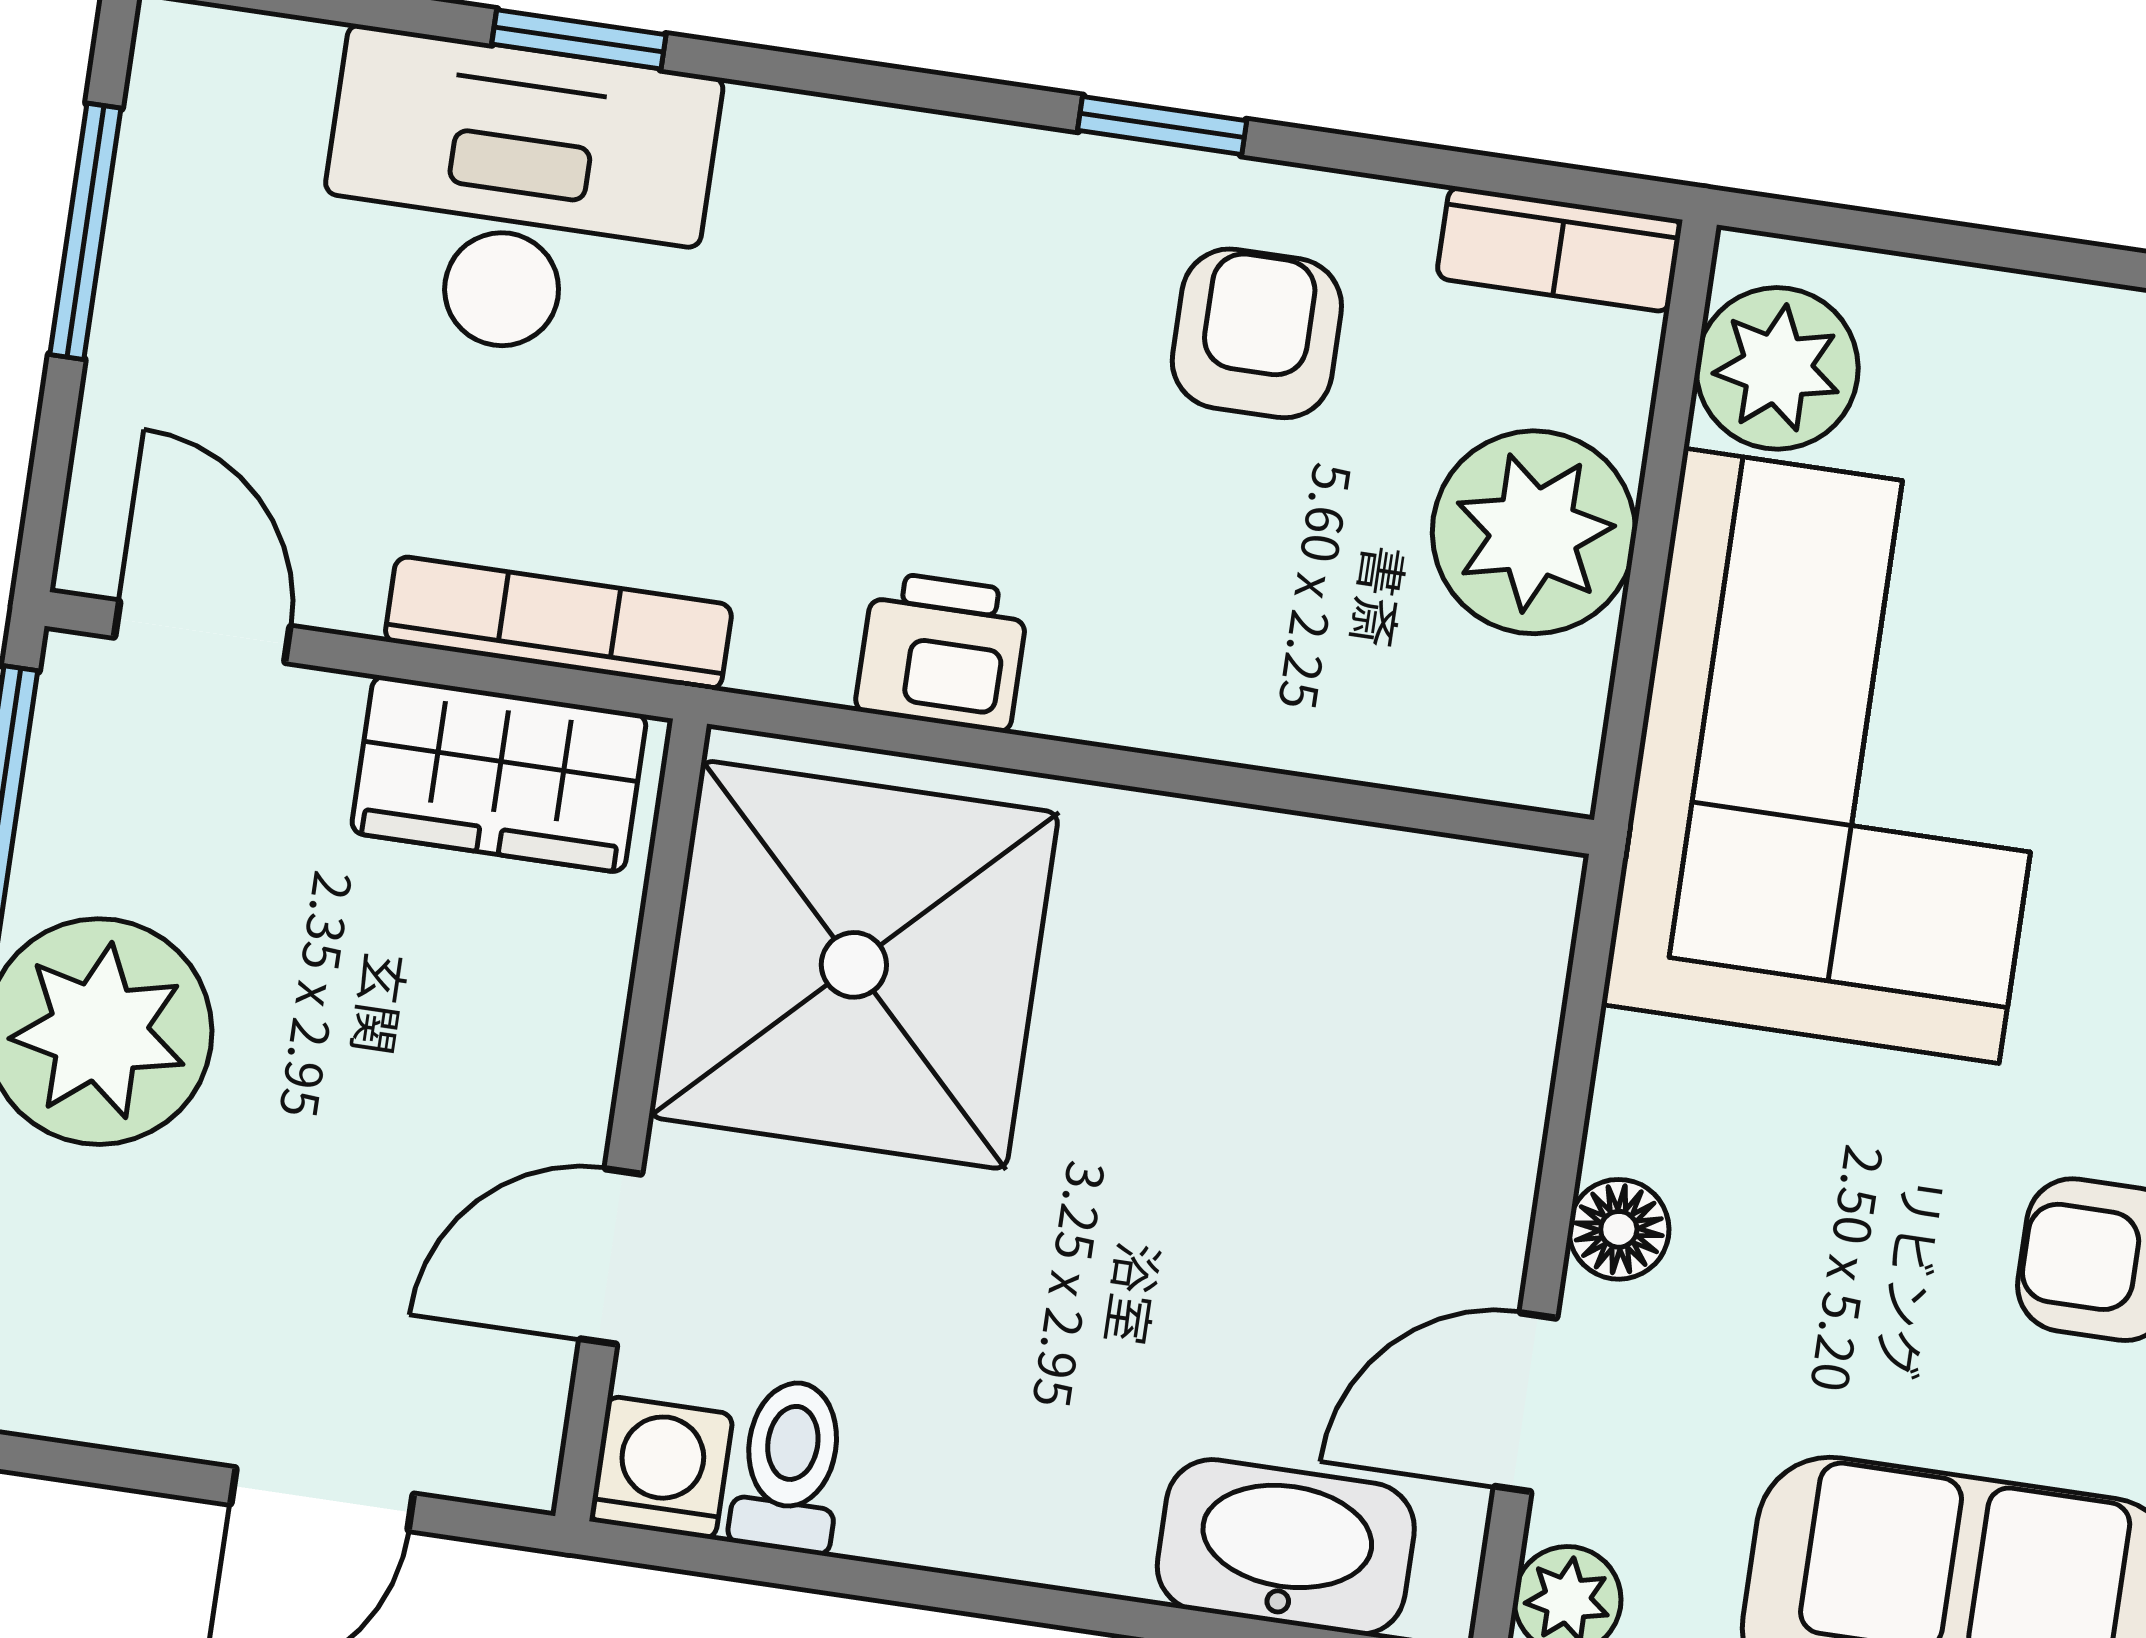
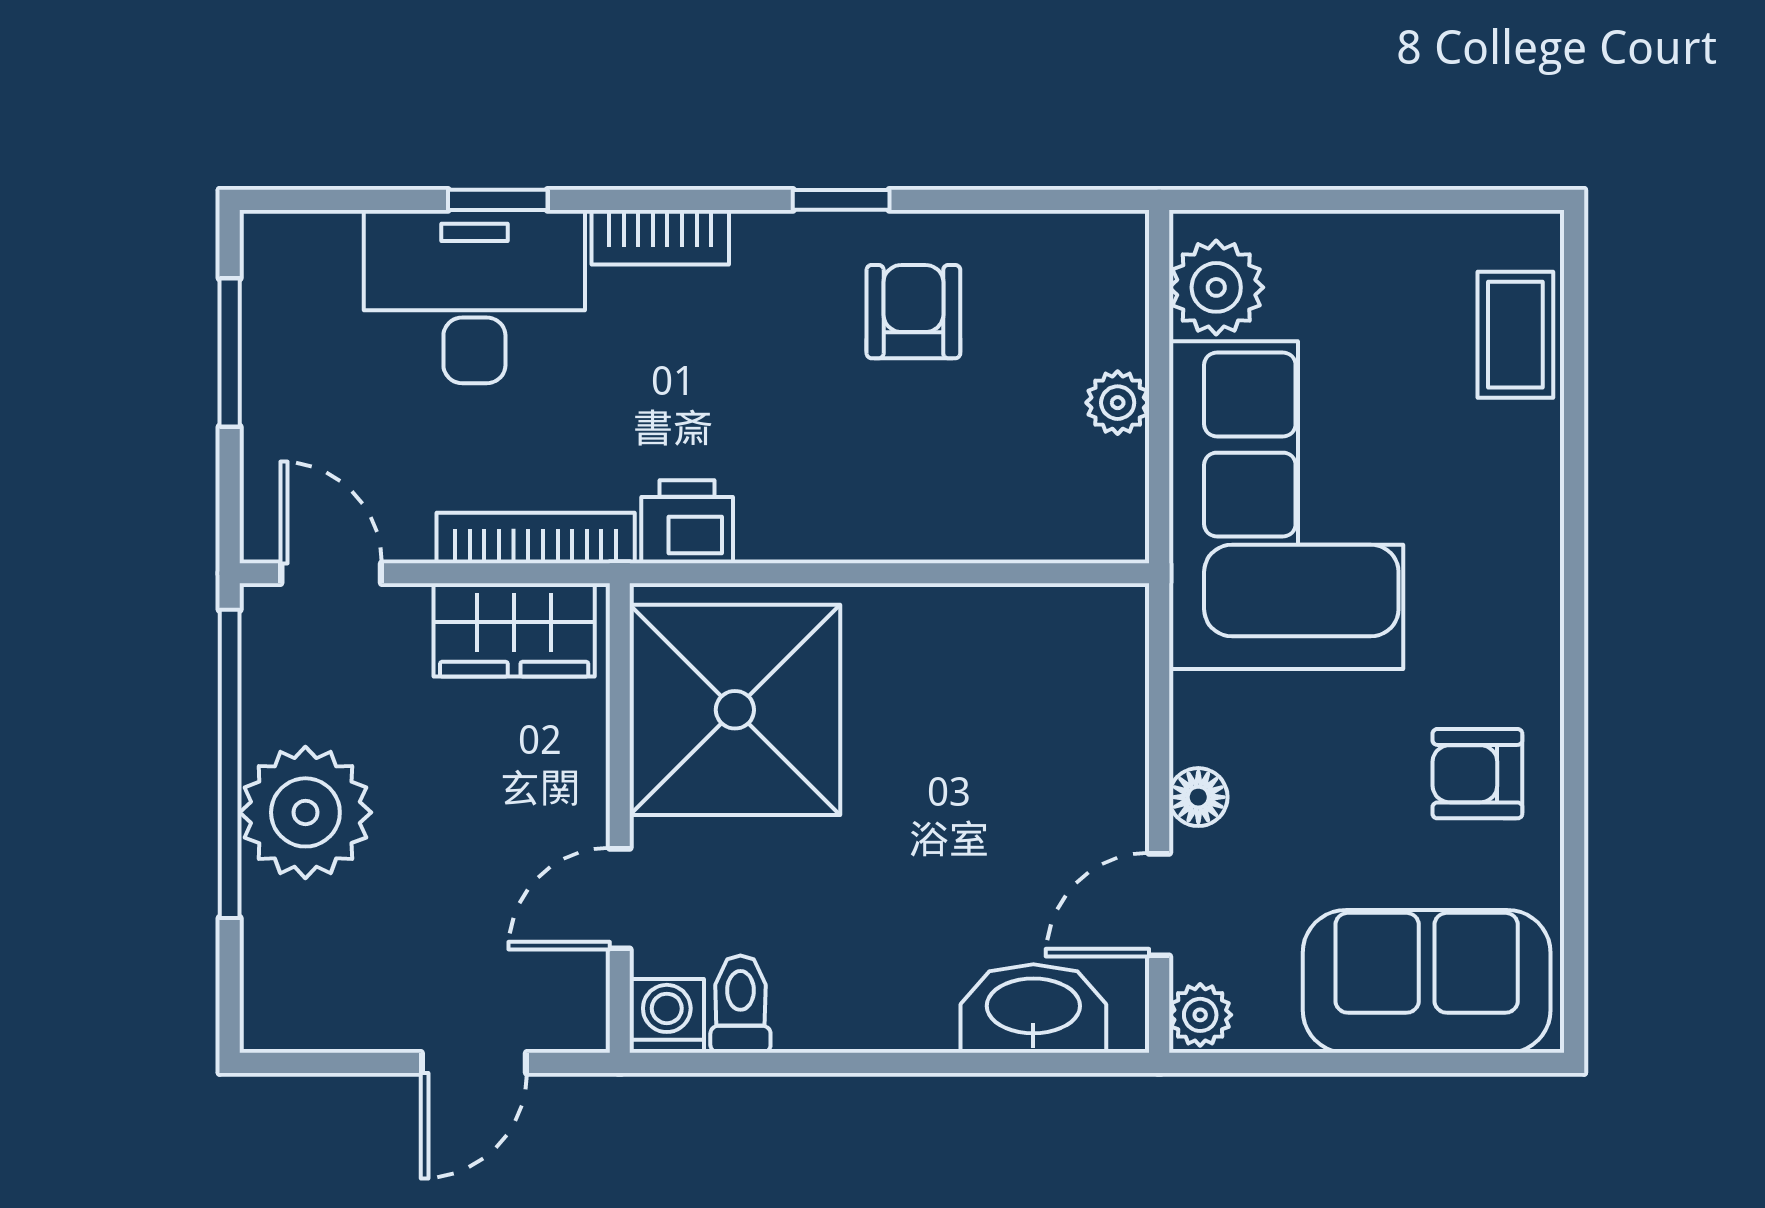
bookcase: (1559, 249) -> (660, 237), moved
plant: (1534, 532) -> (1118, 403), width x0.53, depth x0.53
printer: (942, 652) -> (687, 522), moved

